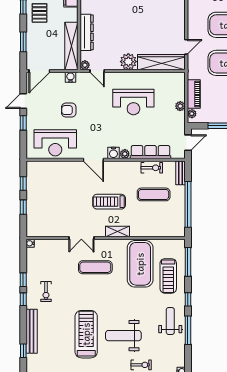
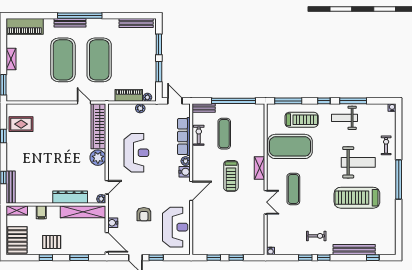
water cooler: (70, 77) -> (113, 223), moved
weight bench: (123, 336) -> (358, 162), turned -90

